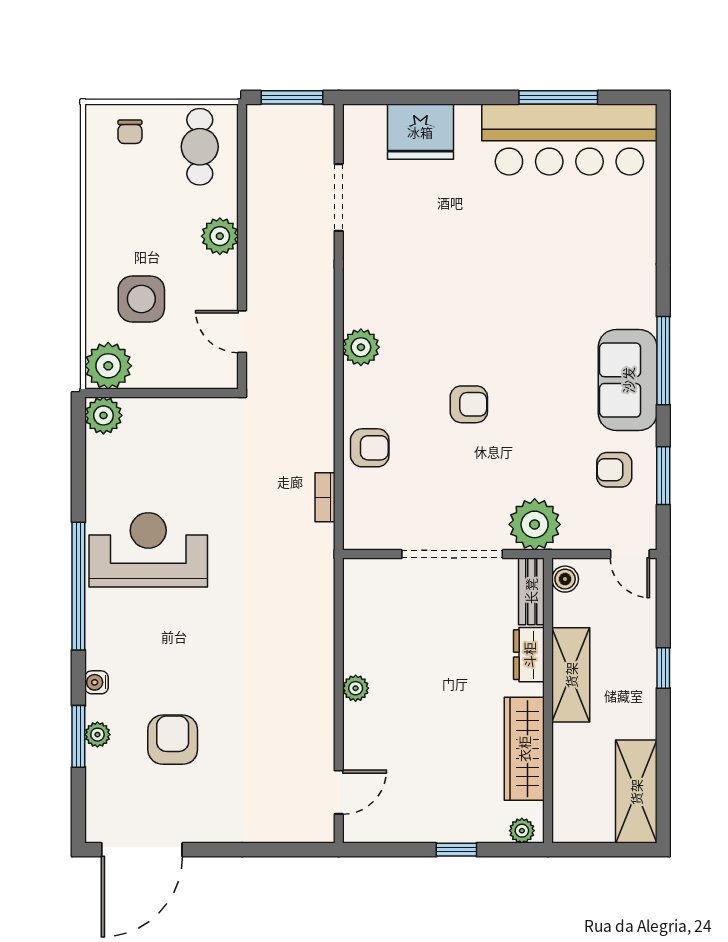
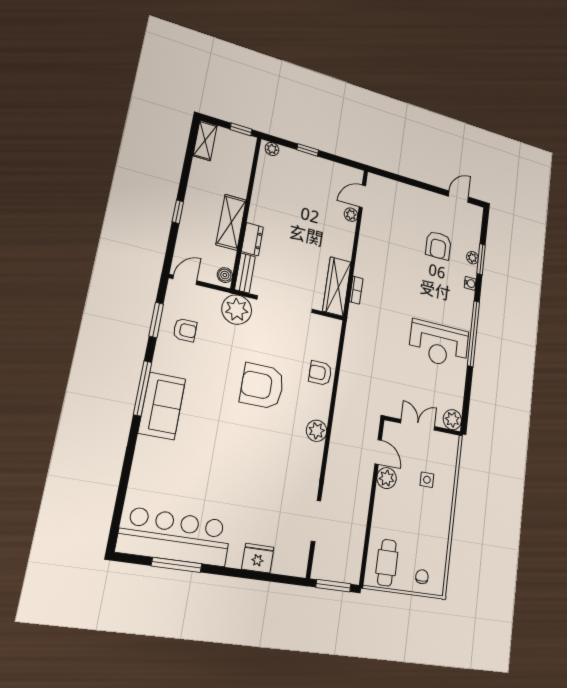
fridge: (420, 132) -> (258, 558), width x0.73, depth x0.75
plant: (220, 236) -> (387, 478), moved
side table: (141, 299) -> (427, 480), width x0.54, depth x0.54
plant: (108, 366) -> (447, 446), removed
sofa: (628, 380) -> (162, 406), moved
double door: (172, 393) -> (418, 425), added
armchair: (469, 404) -> (262, 386), width x1.88, depth x1.88
bookcase: (325, 497) -> (356, 290), moved
door: (630, 554) -> (185, 280), hinge flipped
plant: (356, 688) -> (351, 215), moved
wardrobe: (524, 749) -> (337, 286), moved, turned 180
shelving: (636, 792) -> (205, 140), width x0.67, depth x0.75
door: (142, 850) -> (458, 197), width x0.53
window: (583, 850) -> (241, 129), added

